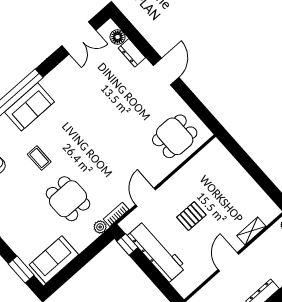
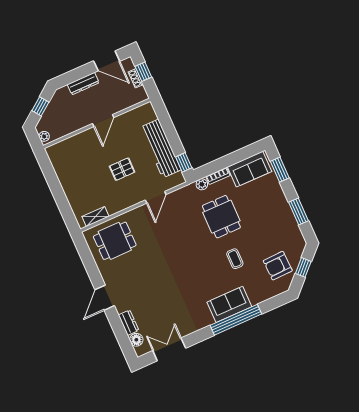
bookcase: (116, 214) -> (218, 176), moved
shelving: (251, 231) -> (95, 217), moved

